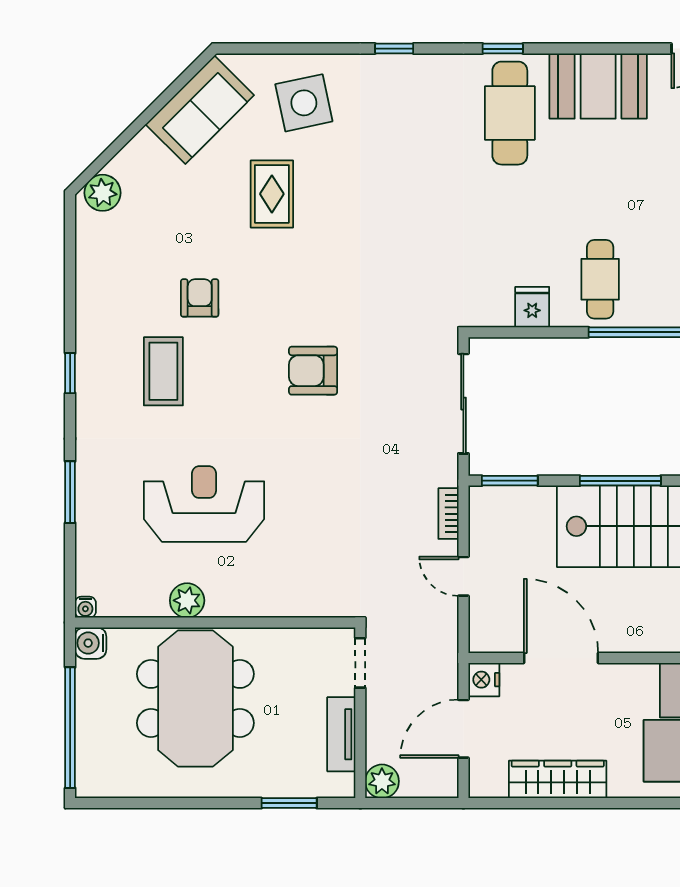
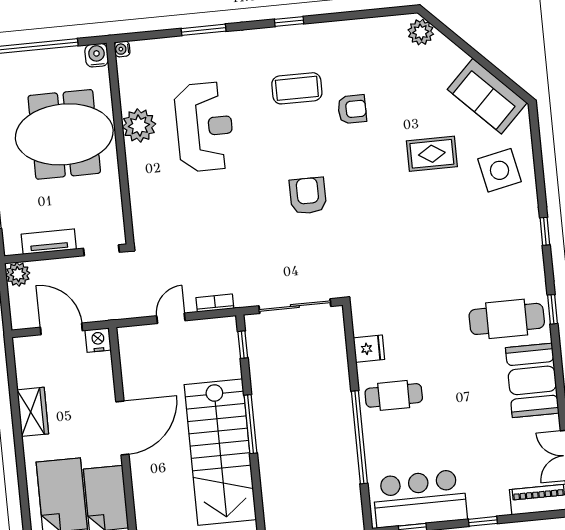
window: (510, 481) -> (243, 345), width x0.67
plant: (187, 600) -> (139, 126), width x1.36, depth x1.36
door: (561, 658) -> (122, 428), moved
wardrobe: (558, 779) -> (33, 412), width x0.67

